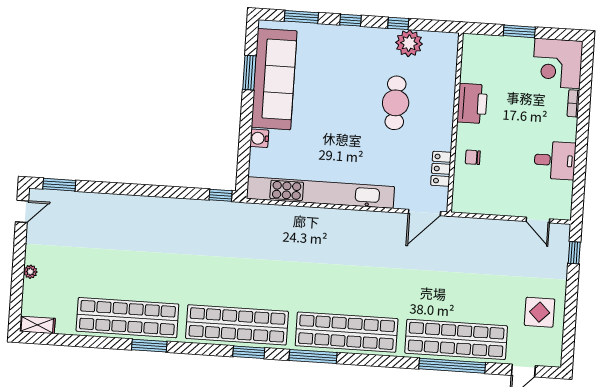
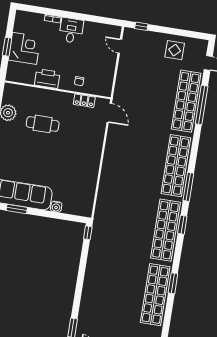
corner desk: (557, 63) -> (25, 48), moved, turned -90
desk: (555, 160) -> (71, 30), moved
kitchen unit: (320, 193) -> (92, 173), removed
door: (538, 220) -> (120, 46), swing flipped

